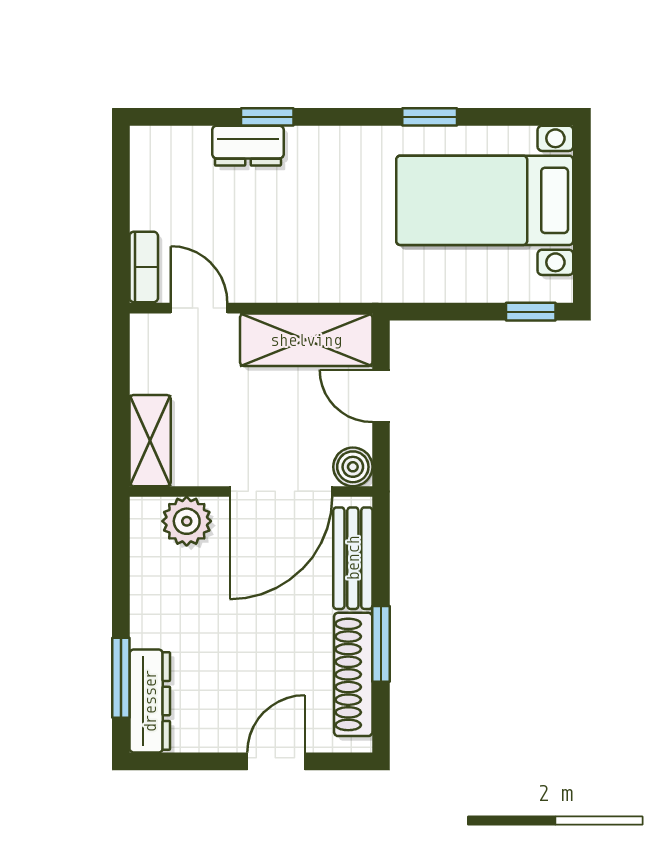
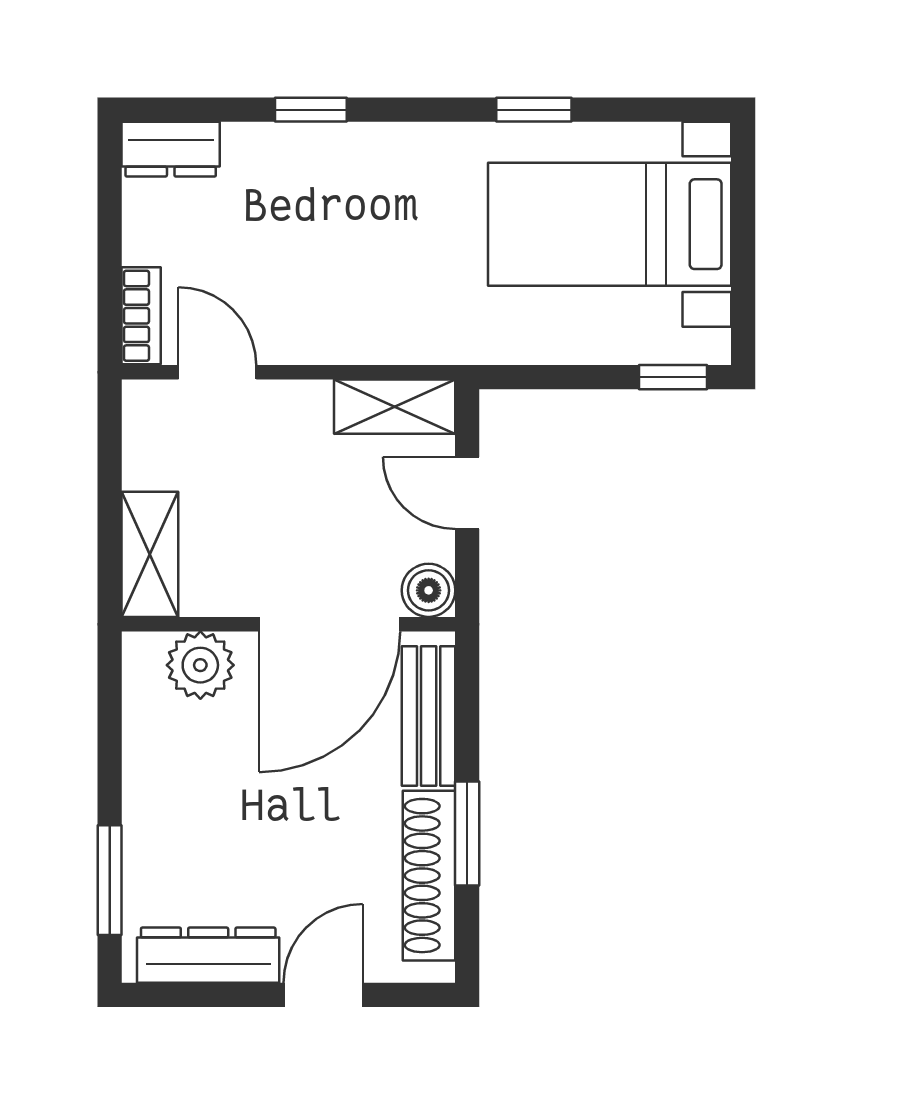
dresser: (248, 146) -> (171, 149), moved
shelving: (306, 340) -> (395, 407), width x0.67, depth x0.75
dresser: (150, 701) -> (208, 955), moved, turned -90

